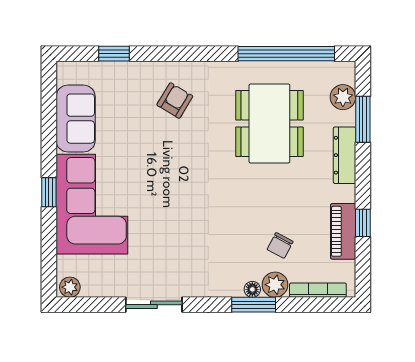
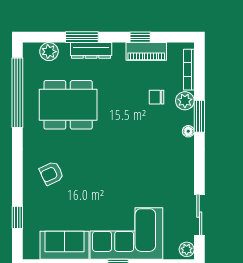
armchair: (175, 101) -> (51, 173), turned -56
window: (363, 119) -> (82, 37), moved
chair: (280, 245) -> (156, 97), turned 152
floor lamp: (252, 289) -> (188, 131), moved
sliding door: (154, 305) -> (199, 215), moved

